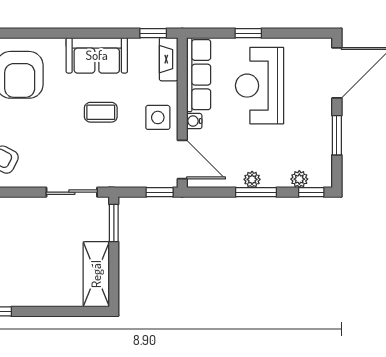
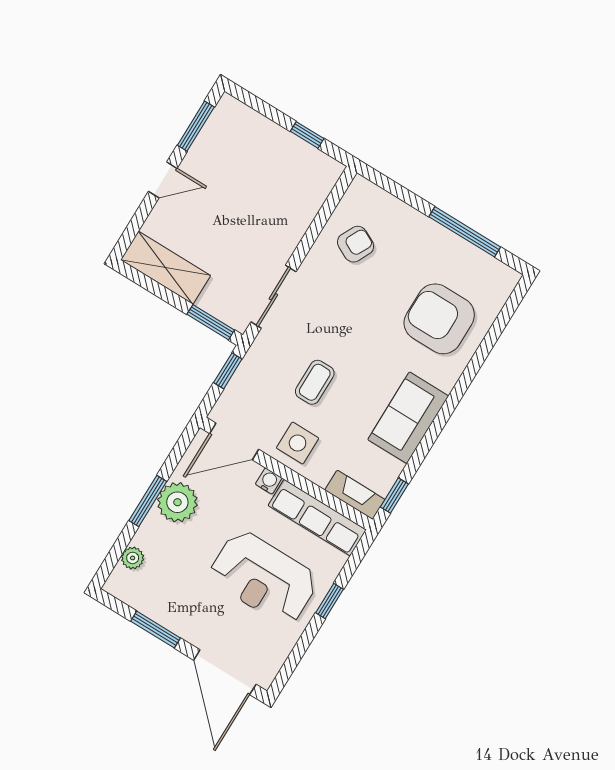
reception desk: (260, 86) -> (263, 578), turned 180
coffee table: (101, 112) -> (315, 382), moved
plant: (252, 179) -> (177, 502), width x1.88, depth x1.88
window: (160, 192) -> (228, 371), moved
window: (311, 192) -> (110, 562), removed
door: (40, 311) -> (163, 180), added

